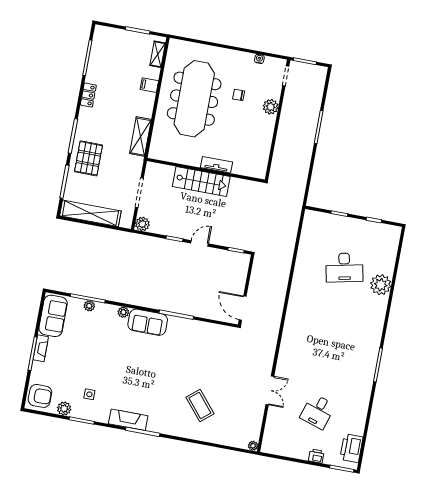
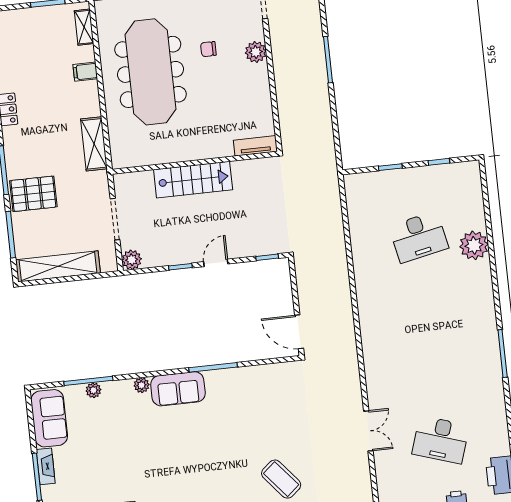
pallet: (88, 158) -> (33, 194), turned 90
tv unit: (217, 165) -> (255, 146), moved
desk: (318, 411) -> (441, 440), width x1.37

